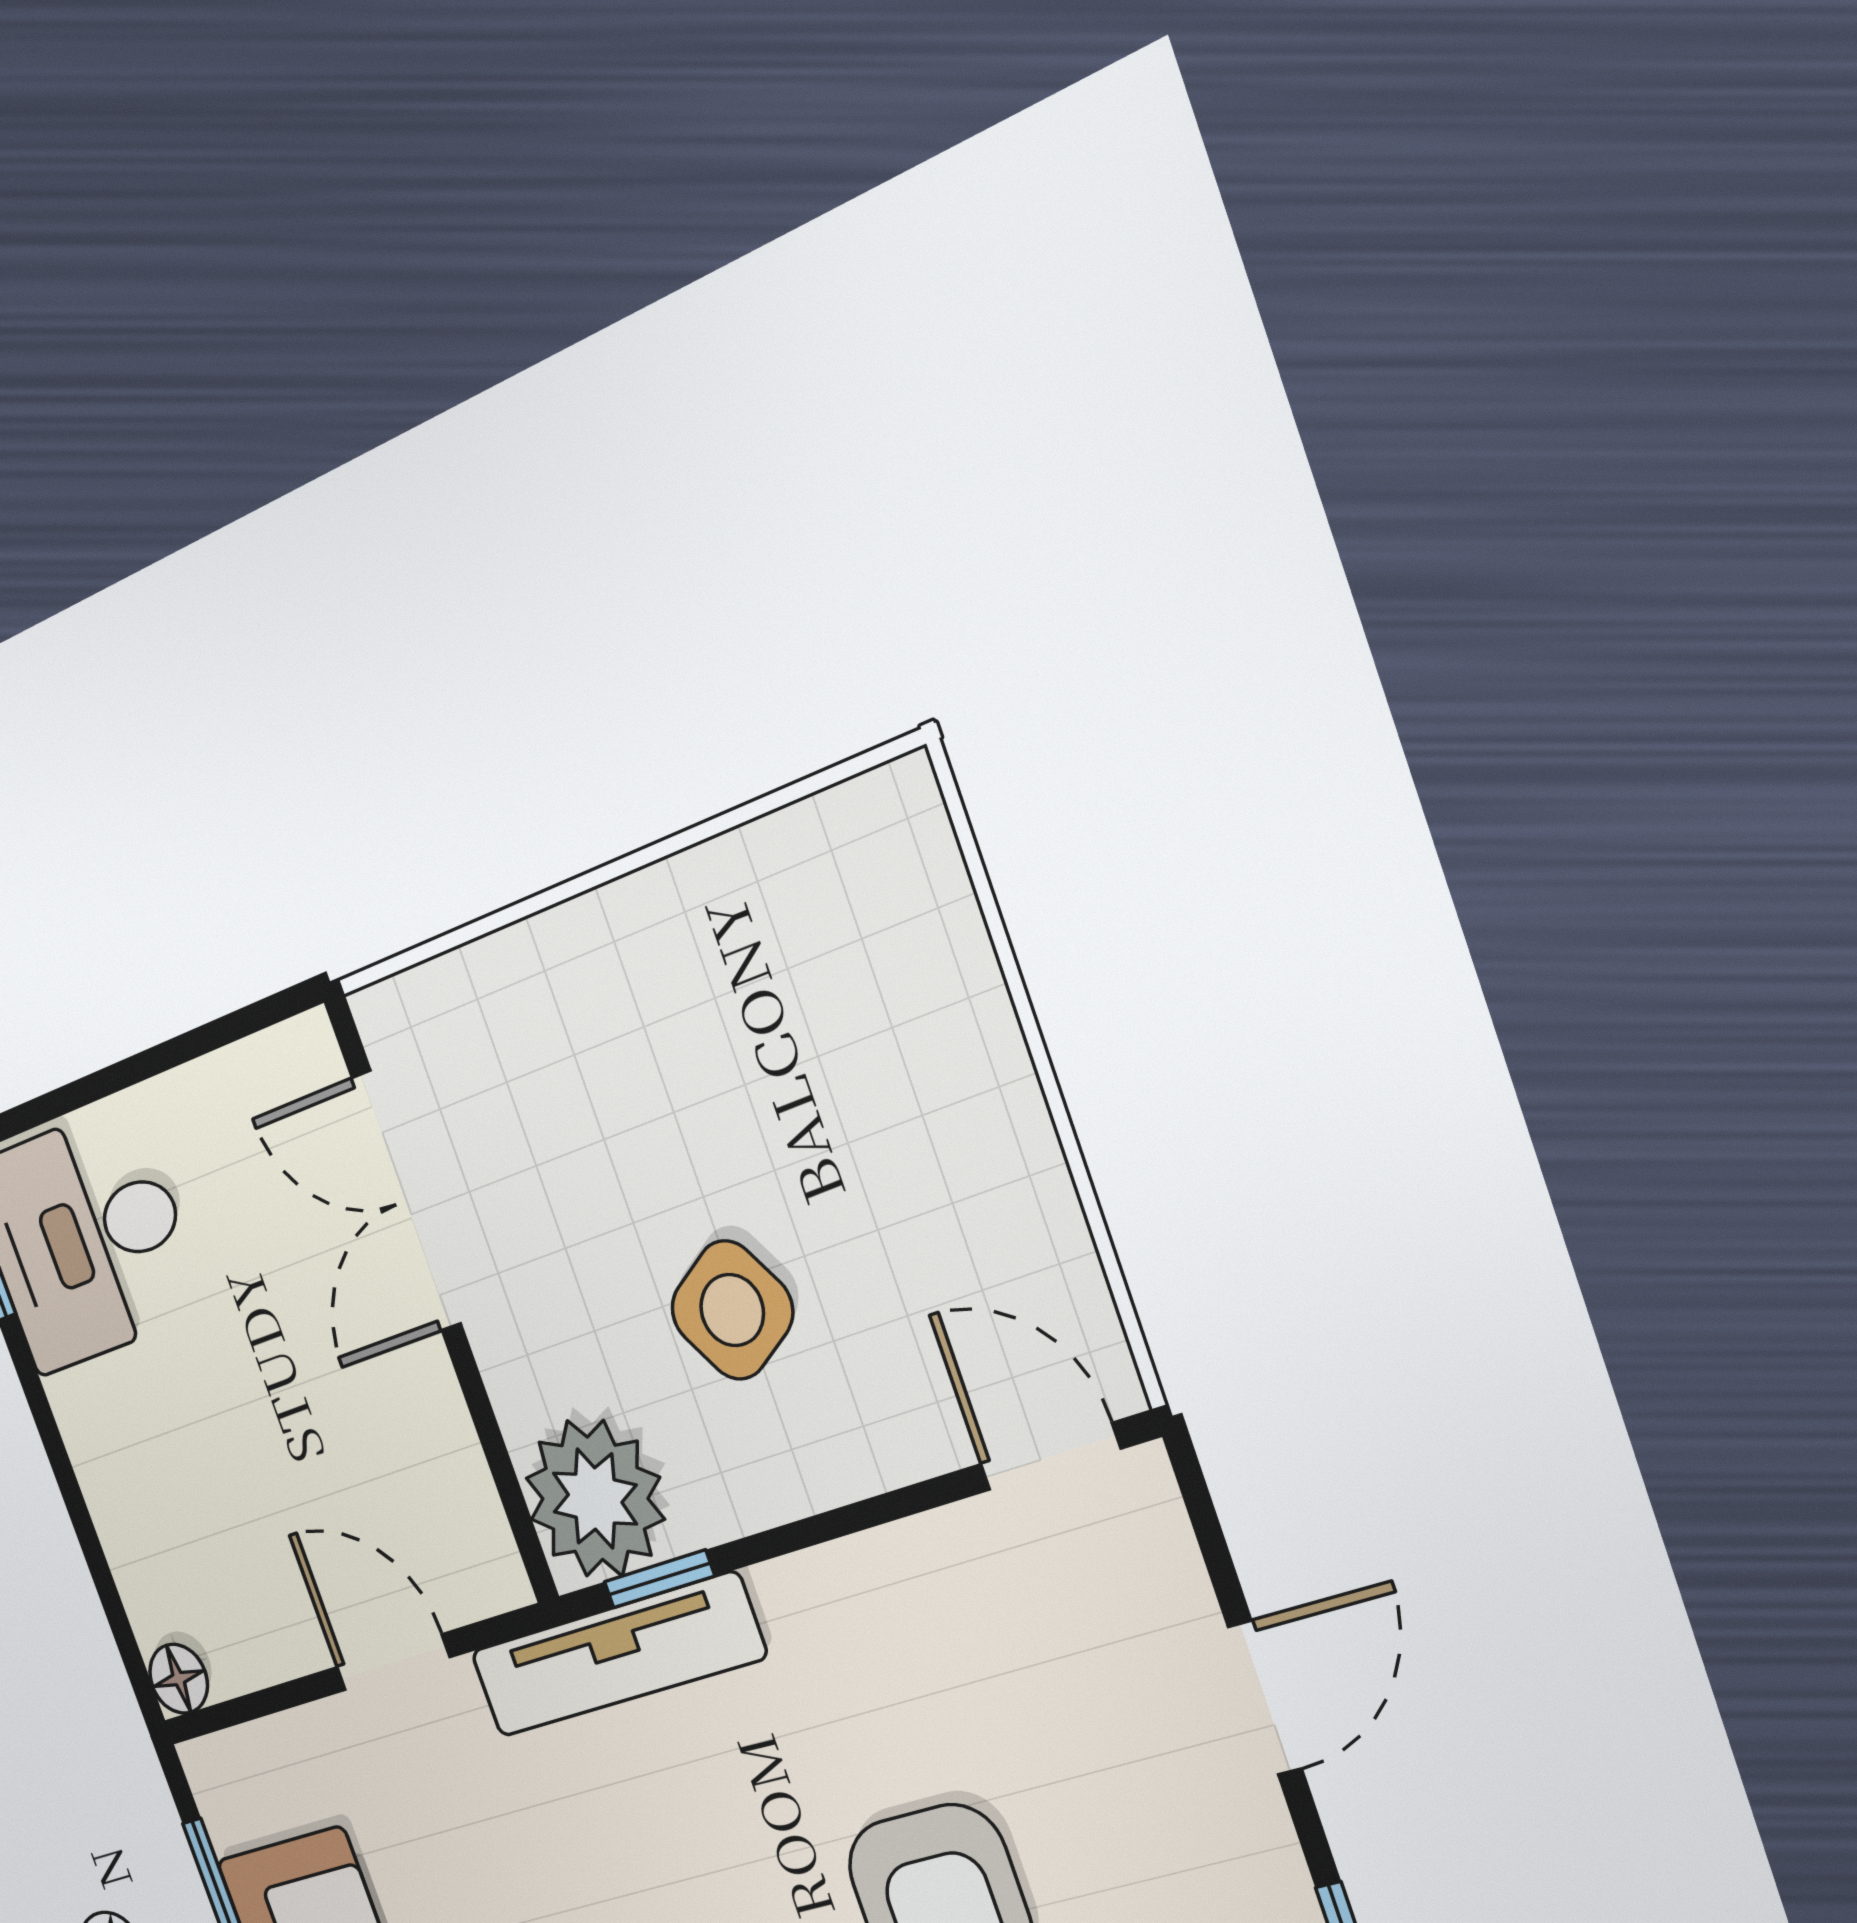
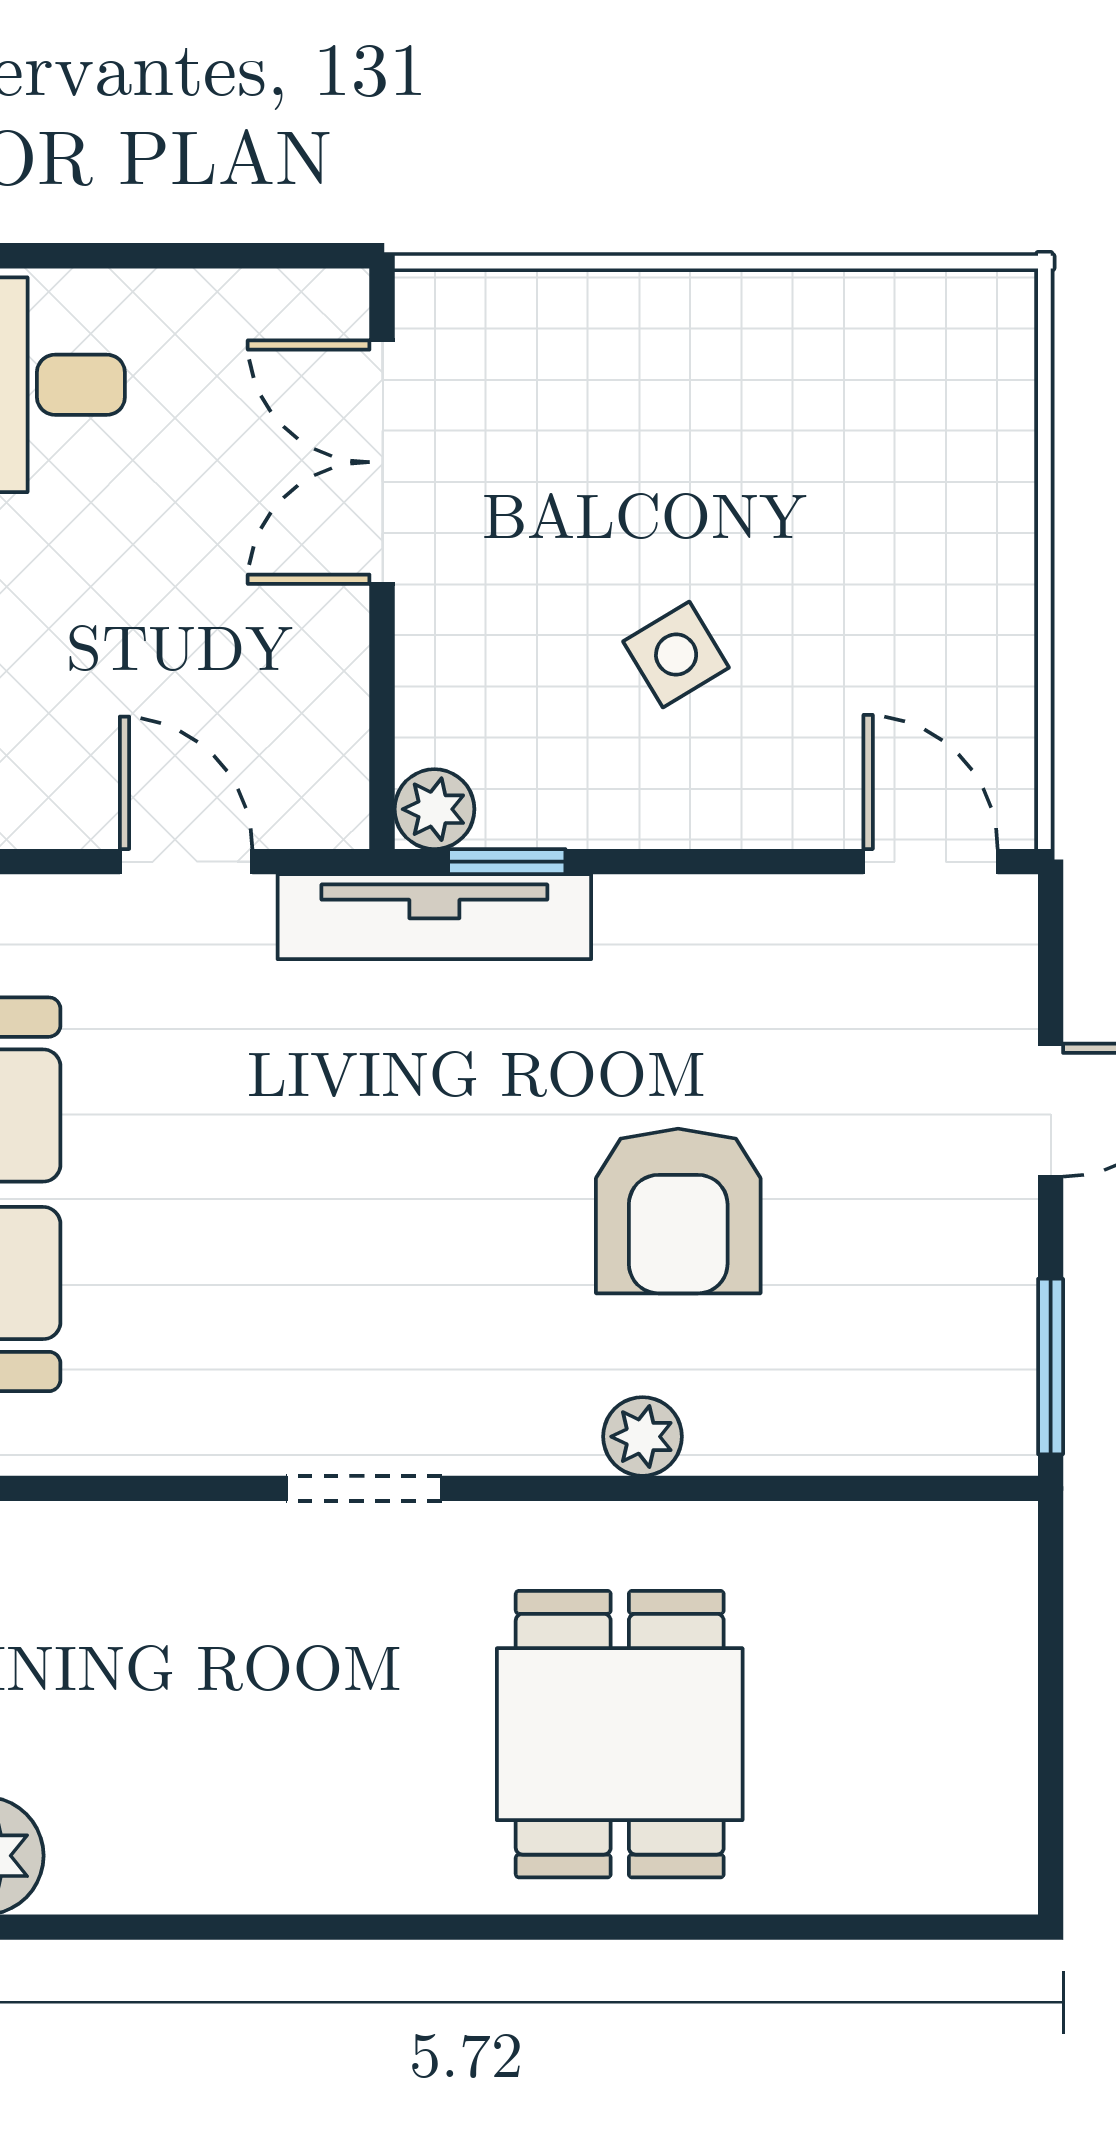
side table: (732, 1310) -> (676, 655), width x0.73, depth x0.73
plant: (595, 1499) -> (434, 809), width x0.53, depth x0.53

